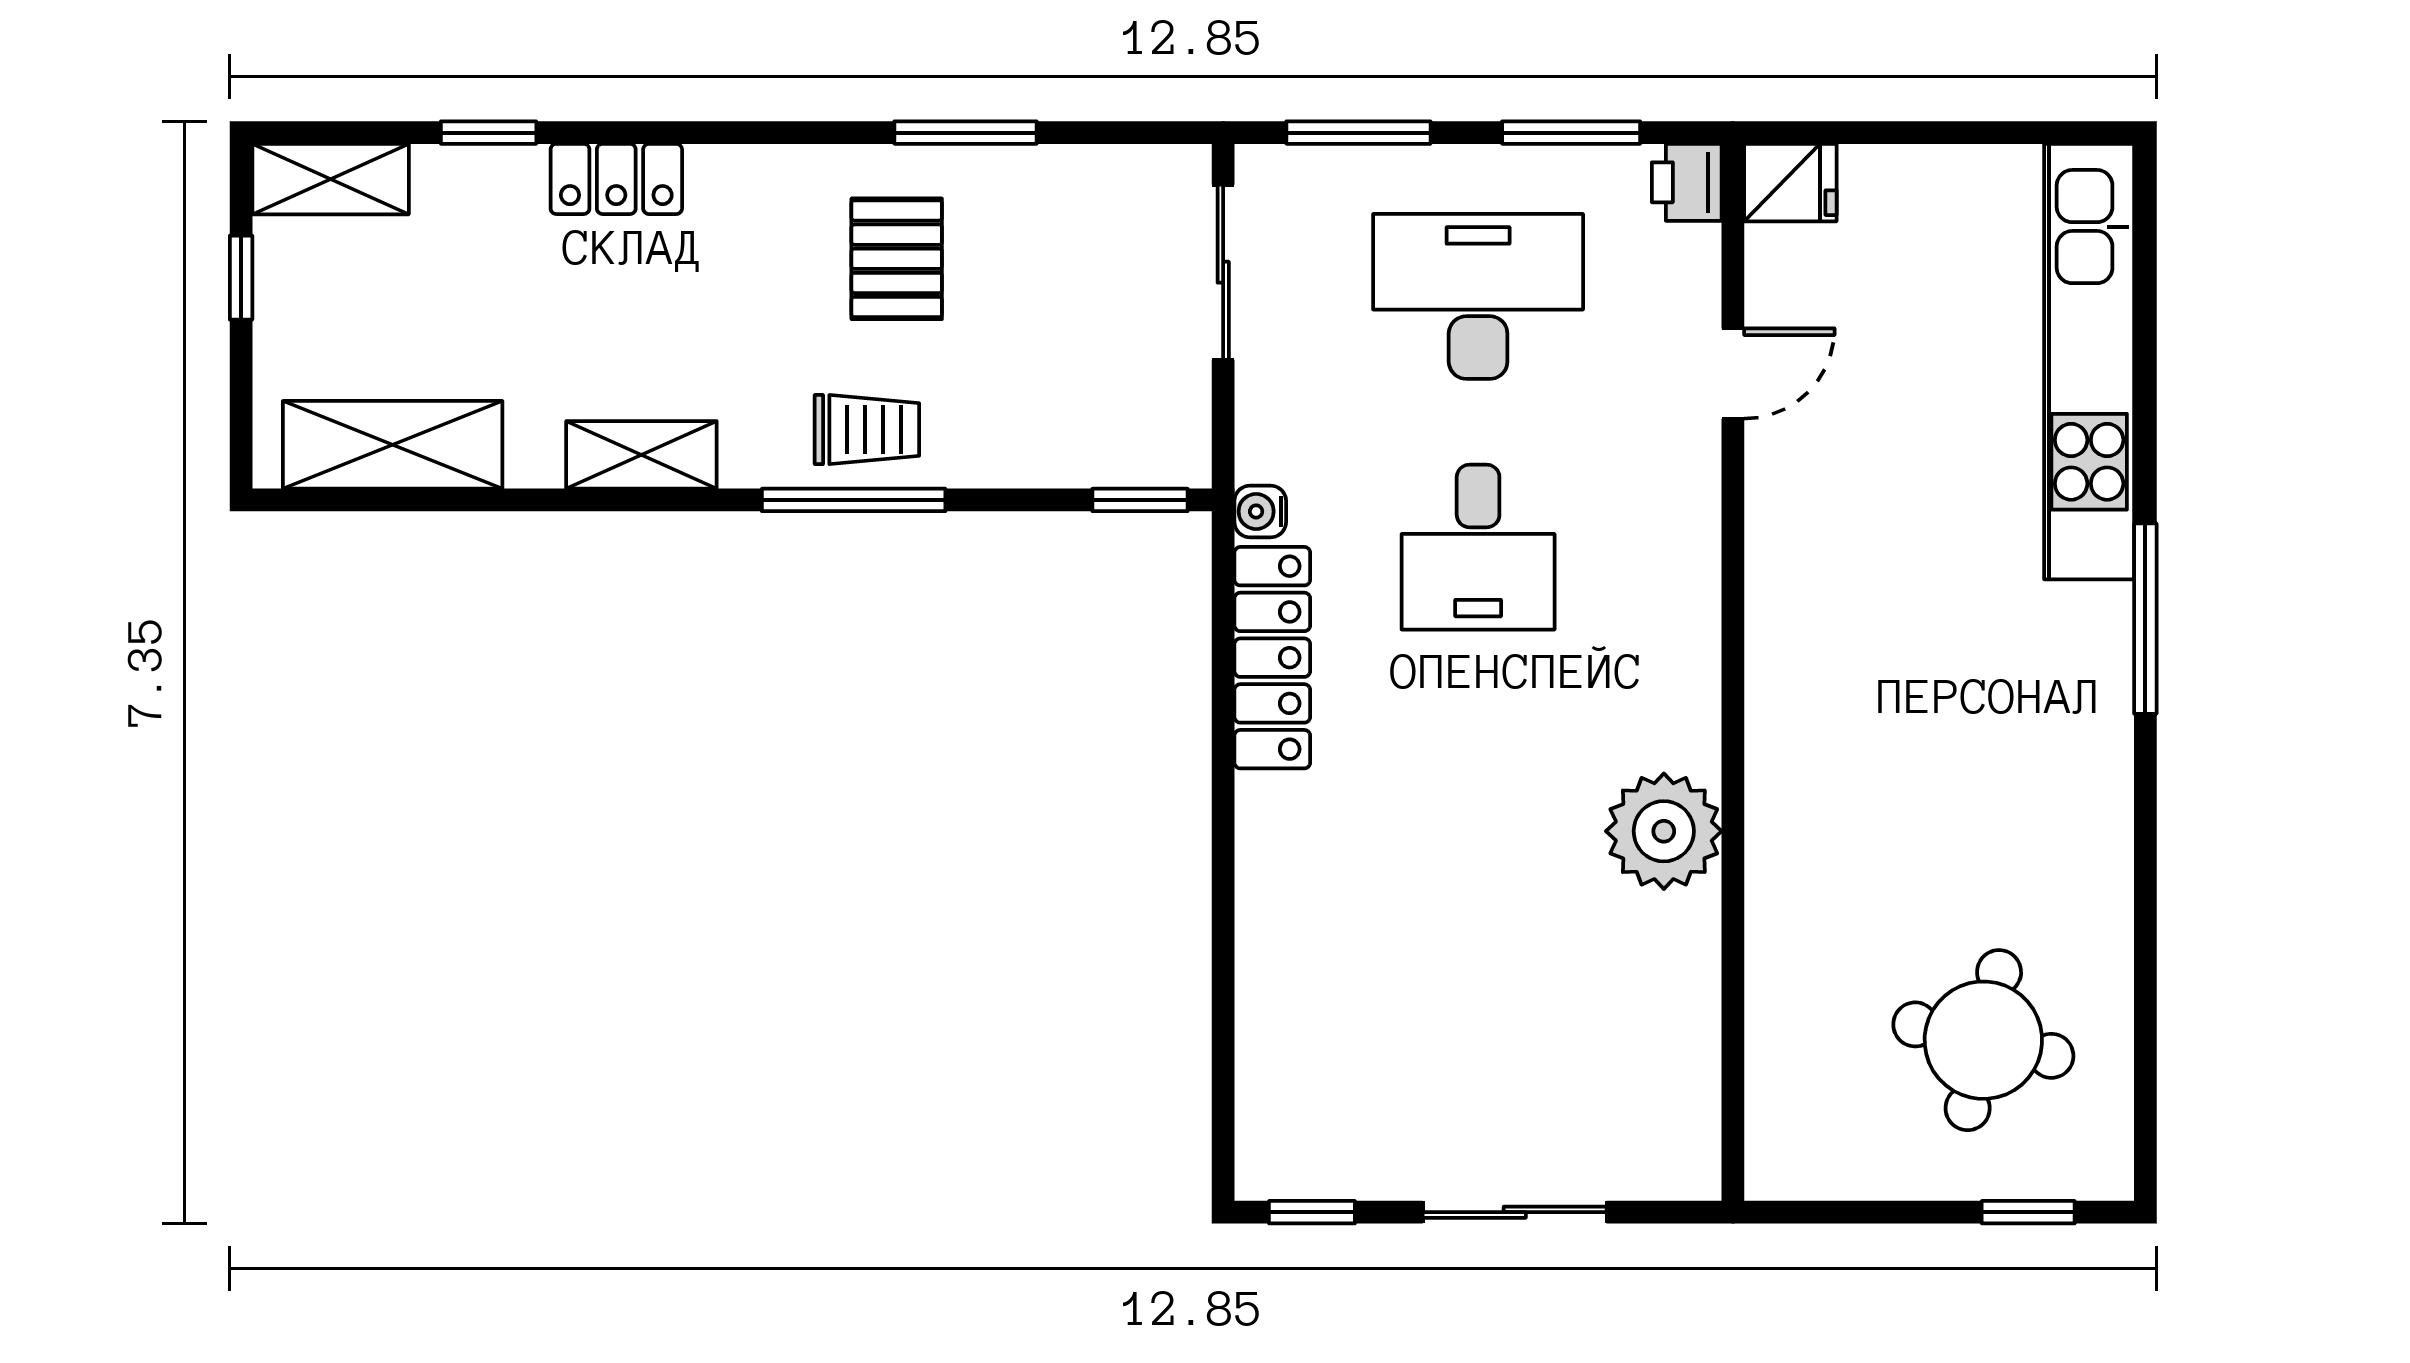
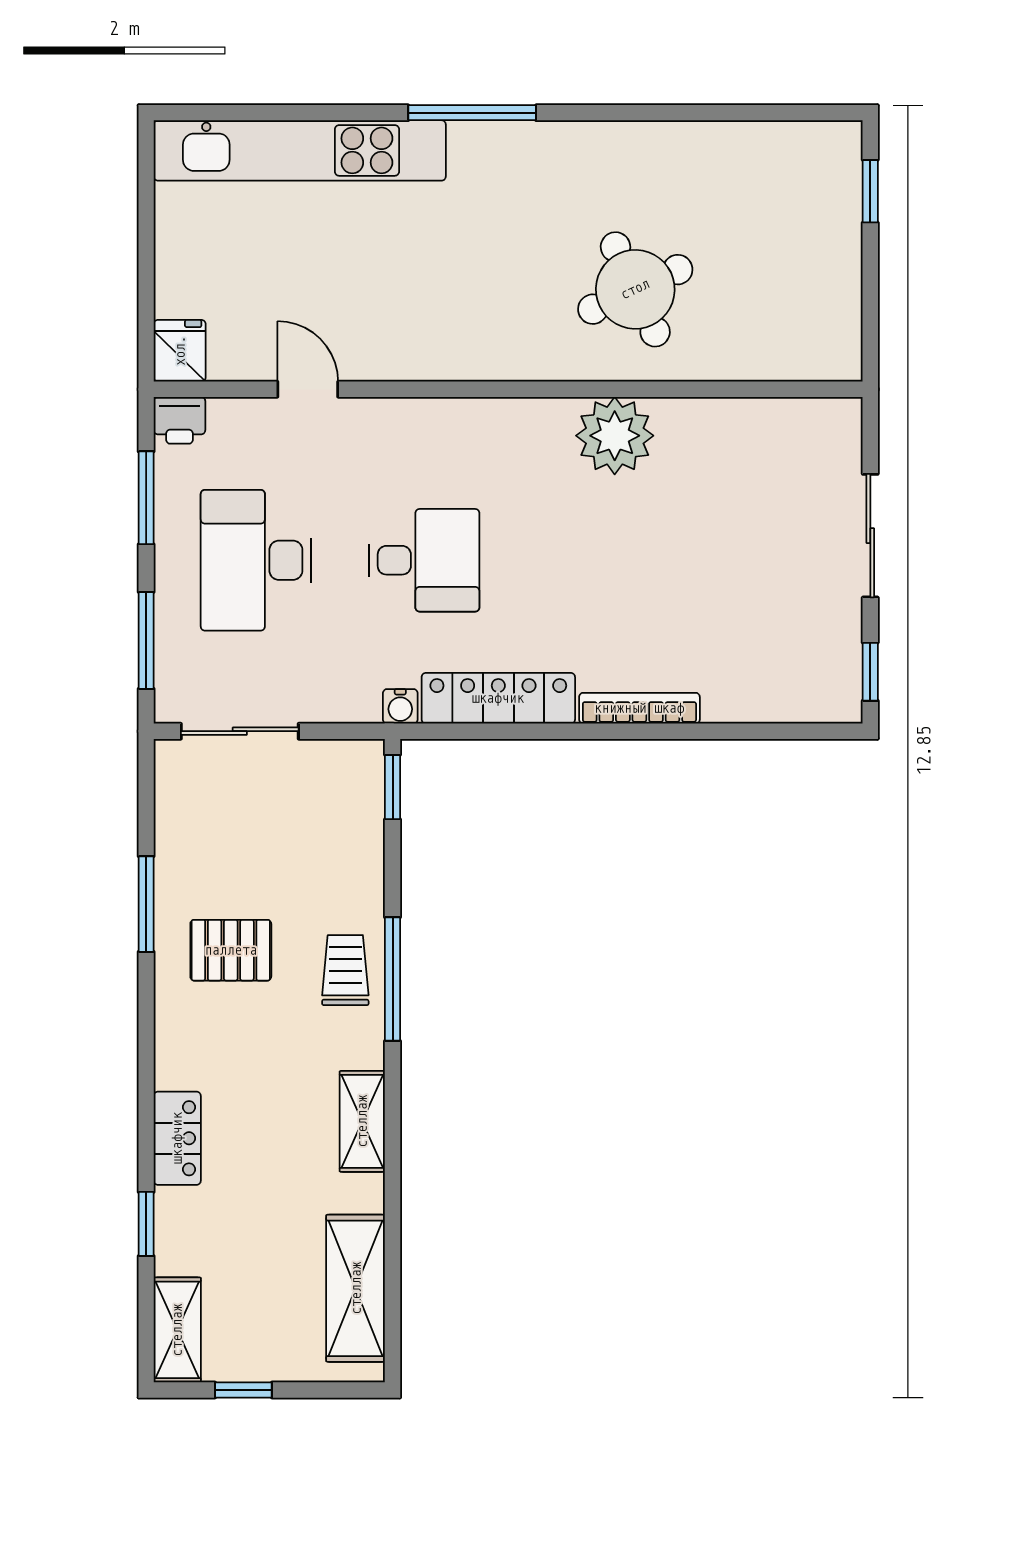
bookcase: (1257, 868) -> (639, 708), added
round table: (1983, 1040) -> (635, 289), moved, turned -38

